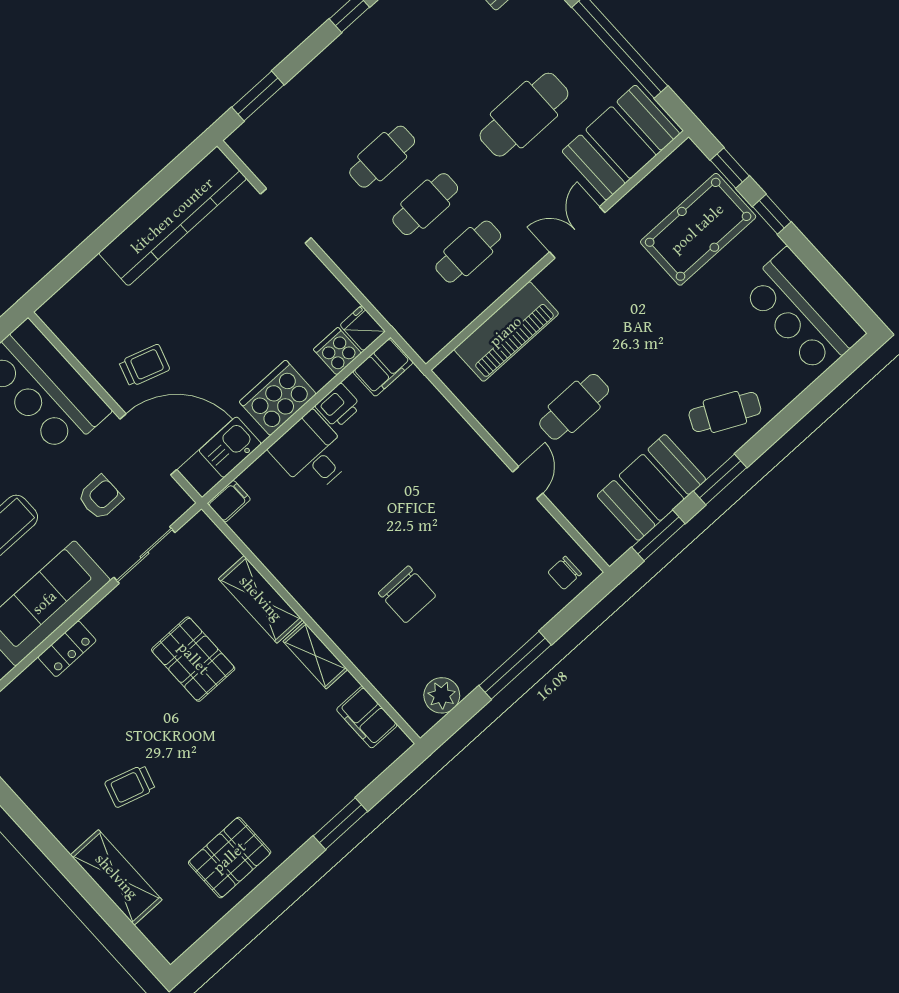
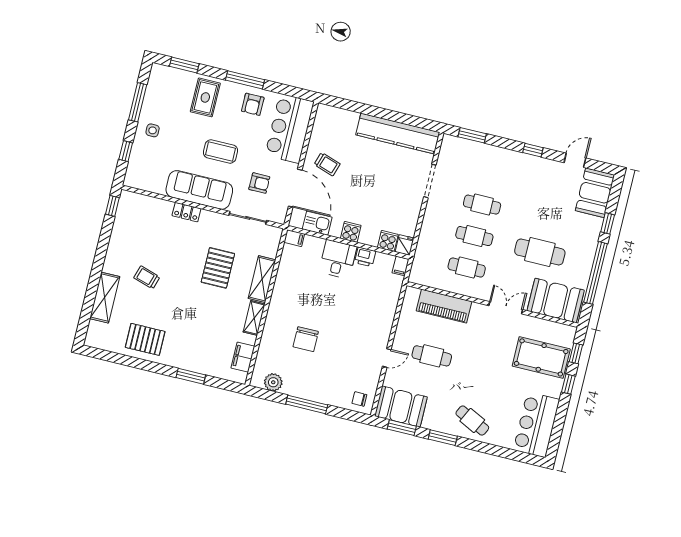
filing cabinet: (383, 367) -> (401, 266), width x0.50
cooker: (278, 398) -> (351, 232), width x0.53, depth x0.76
booth: (651, 487) -> (401, 407), moved

